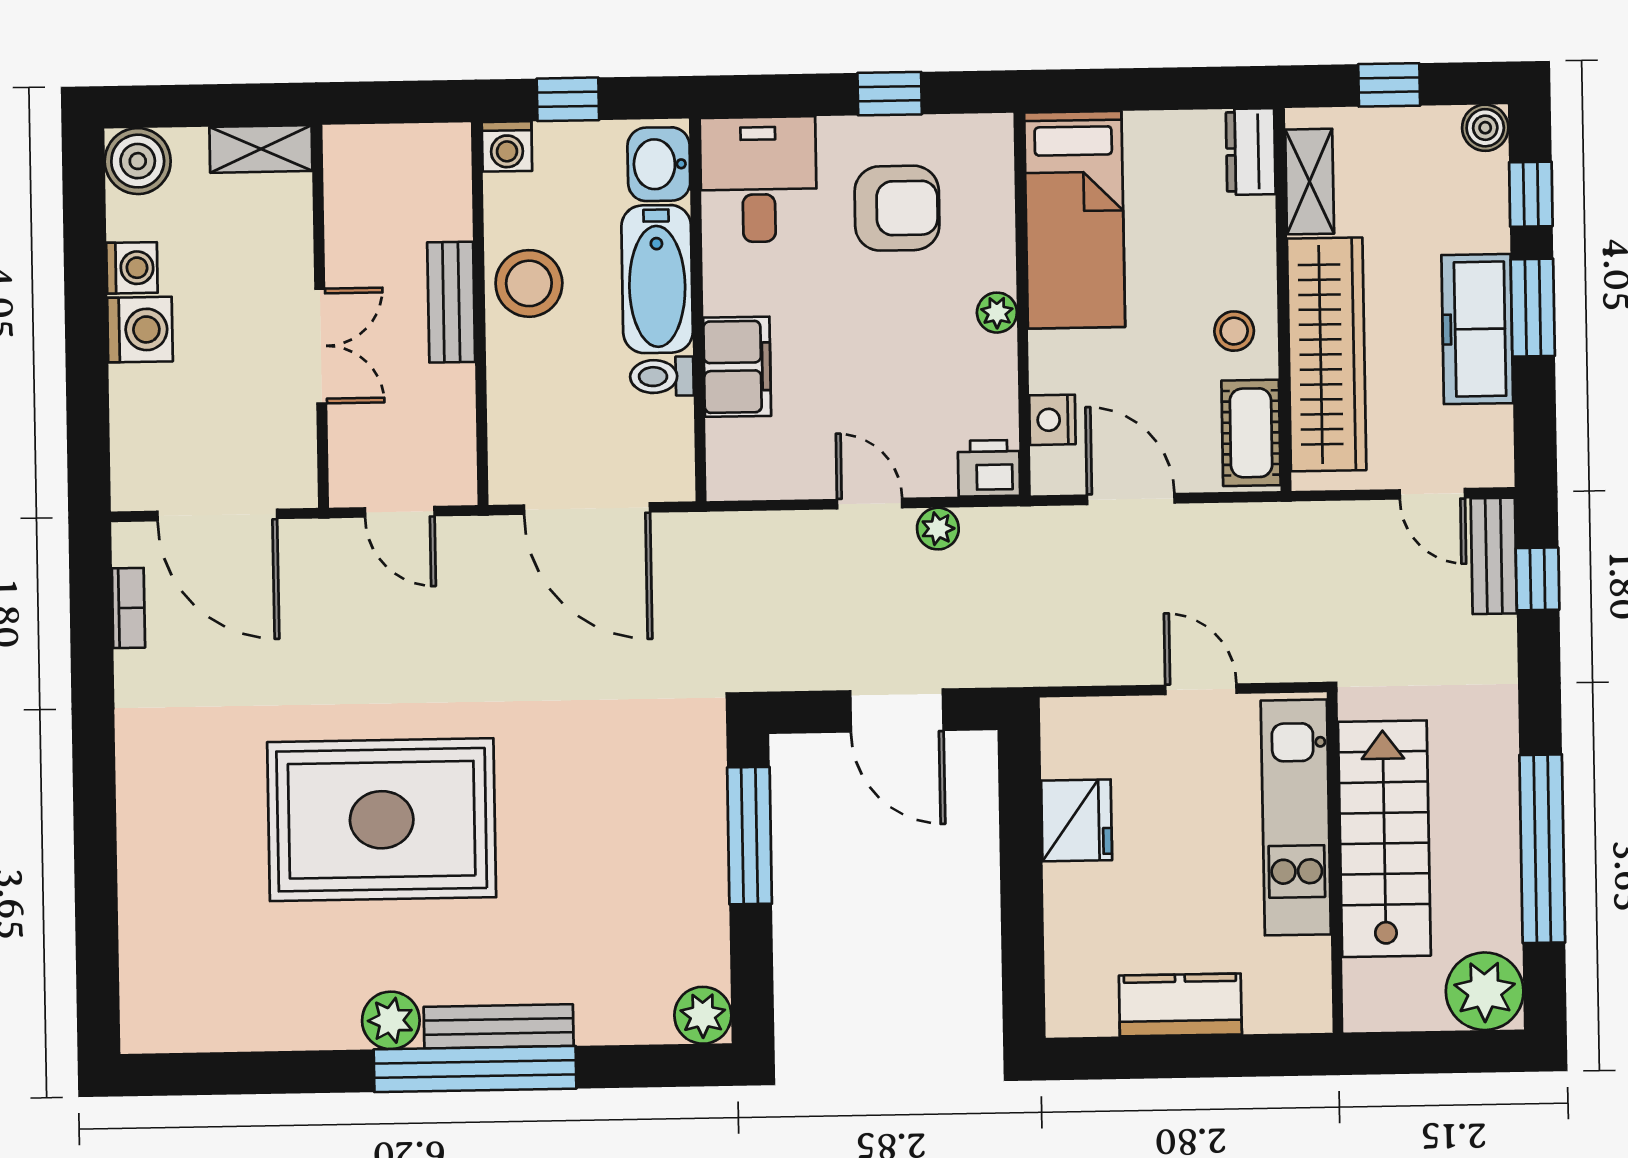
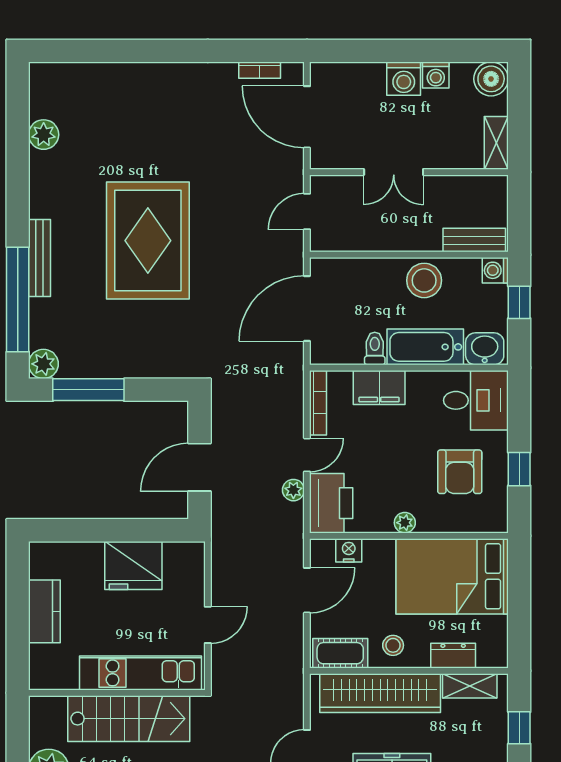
dresser: (1251, 152) -> (453, 656), moved
bed: (1075, 220) -> (452, 576), width x1.50
bench: (451, 302) -> (474, 240), moved
printer: (989, 468) -> (331, 503), width x1.87, depth x1.48
bookcase: (769, 484) -> (318, 403), added
door: (217, 515) -> (307, 117), hinge flipped
rug: (382, 820) -> (148, 241), moved
fridge: (1077, 820) -> (133, 565), width x1.36, depth x1.34
window: (749, 836) -> (88, 390), moved
plant: (391, 1020) -> (44, 135), moved
window: (475, 1069) -> (18, 299), moved

